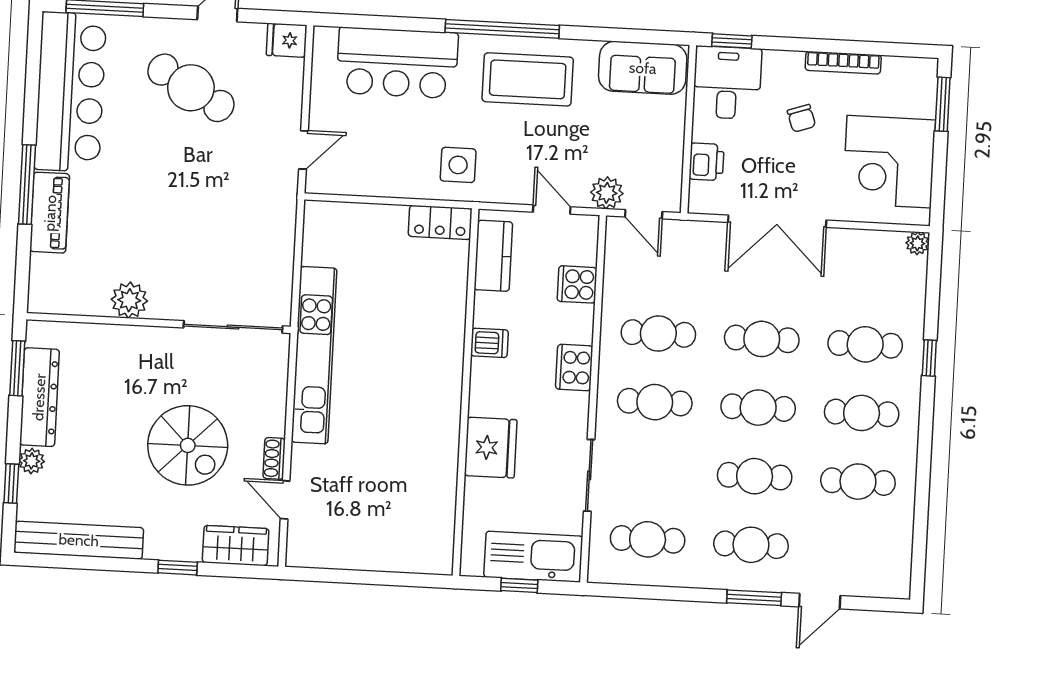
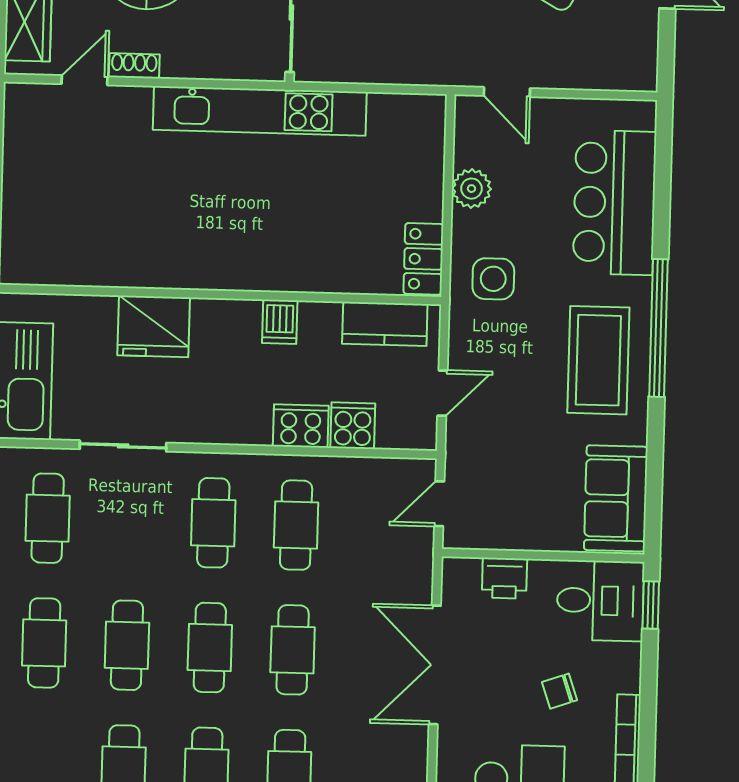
fridge: (287, 40) -> (638, 69), removed
plant: (607, 193) -> (471, 189), moved
cooker: (574, 368) -> (301, 426), moved

